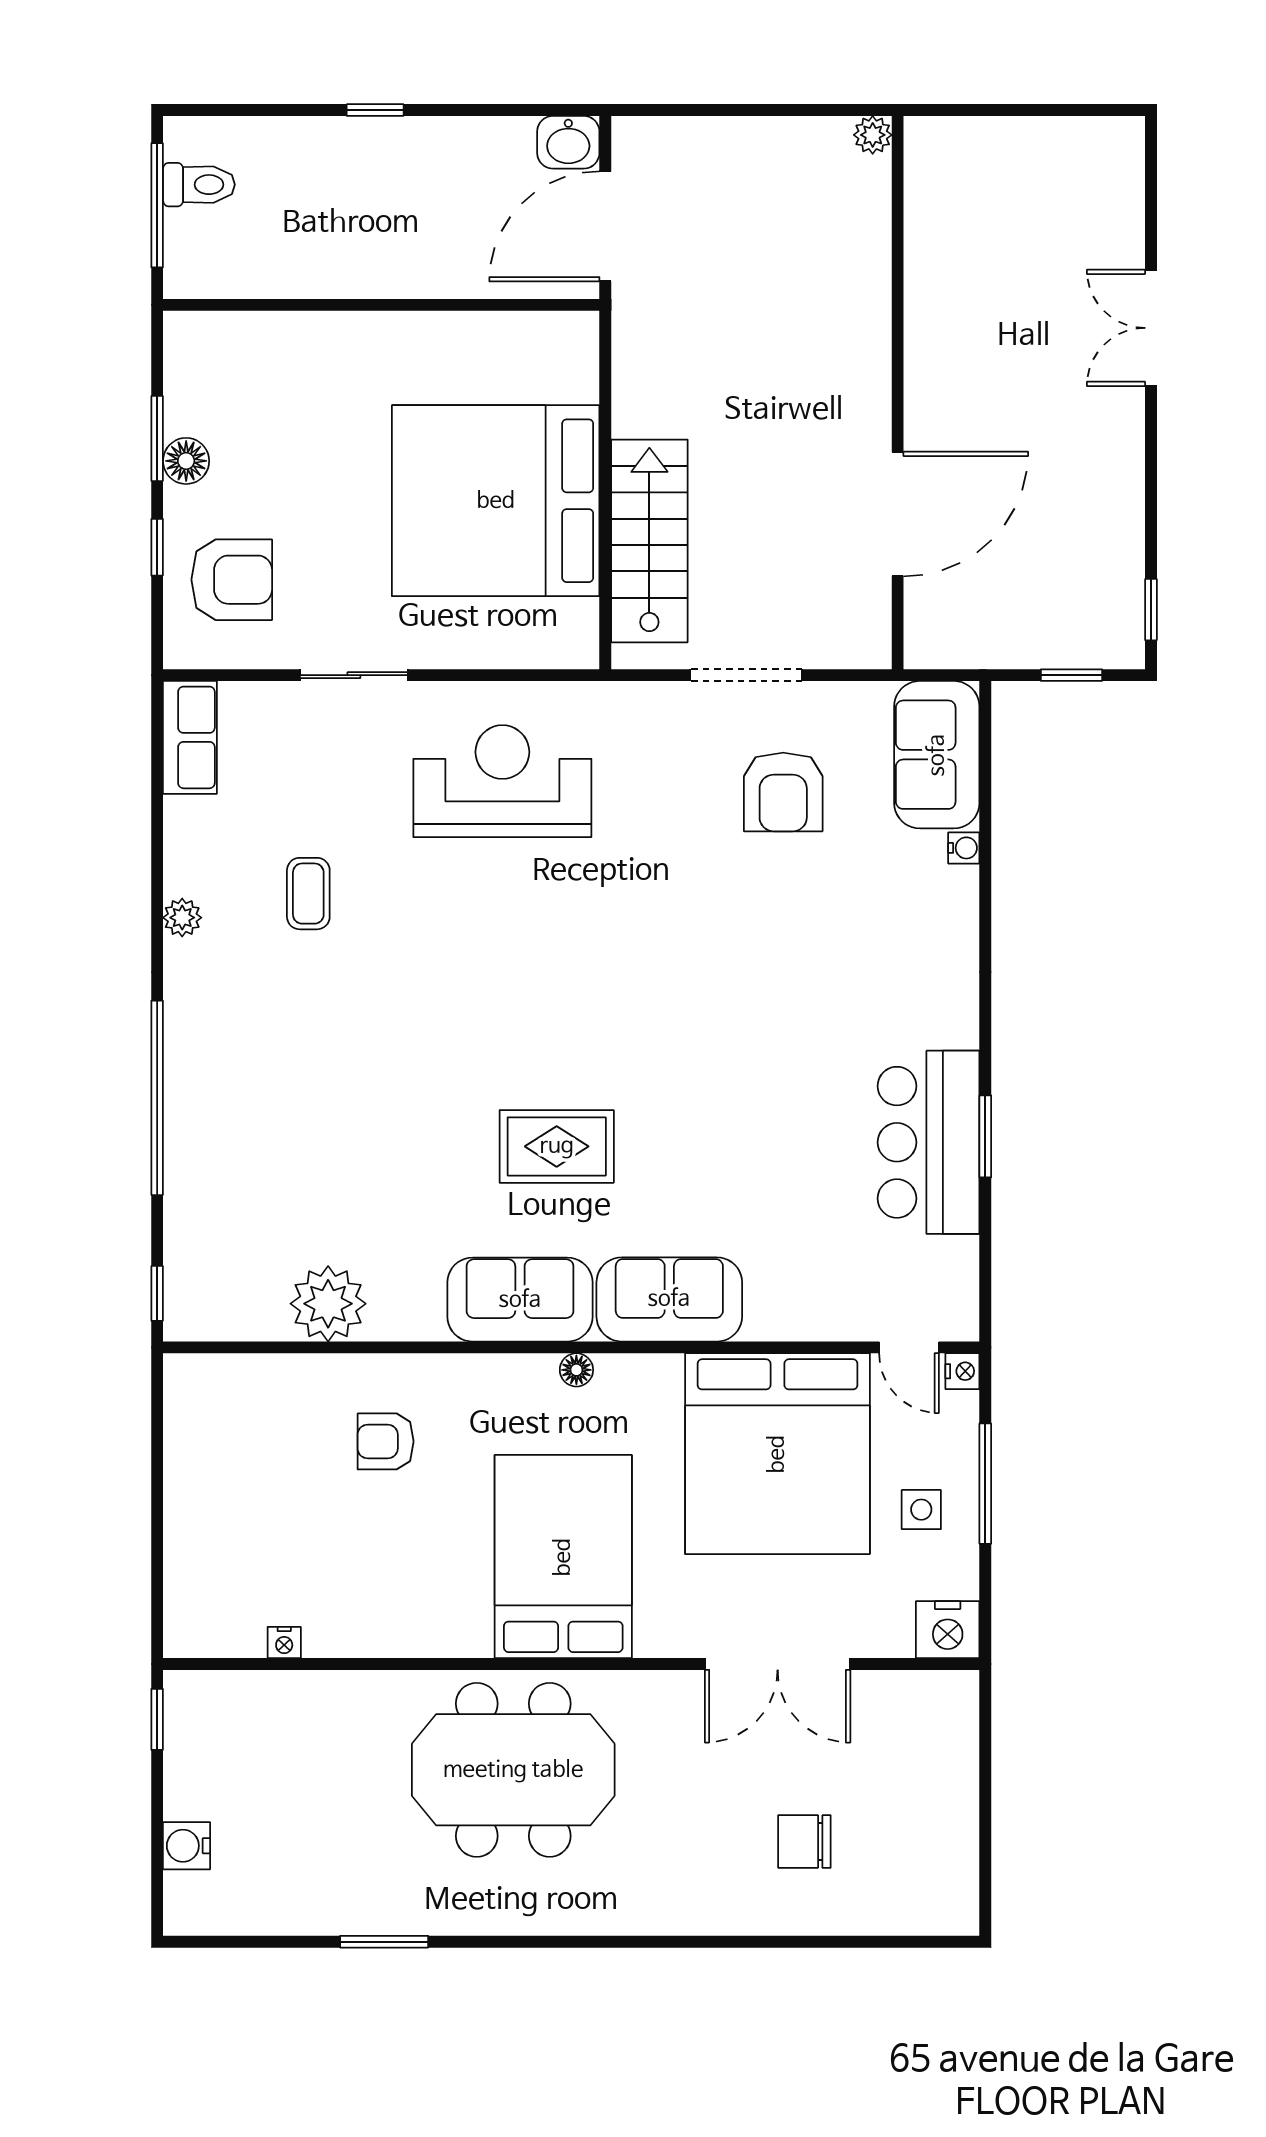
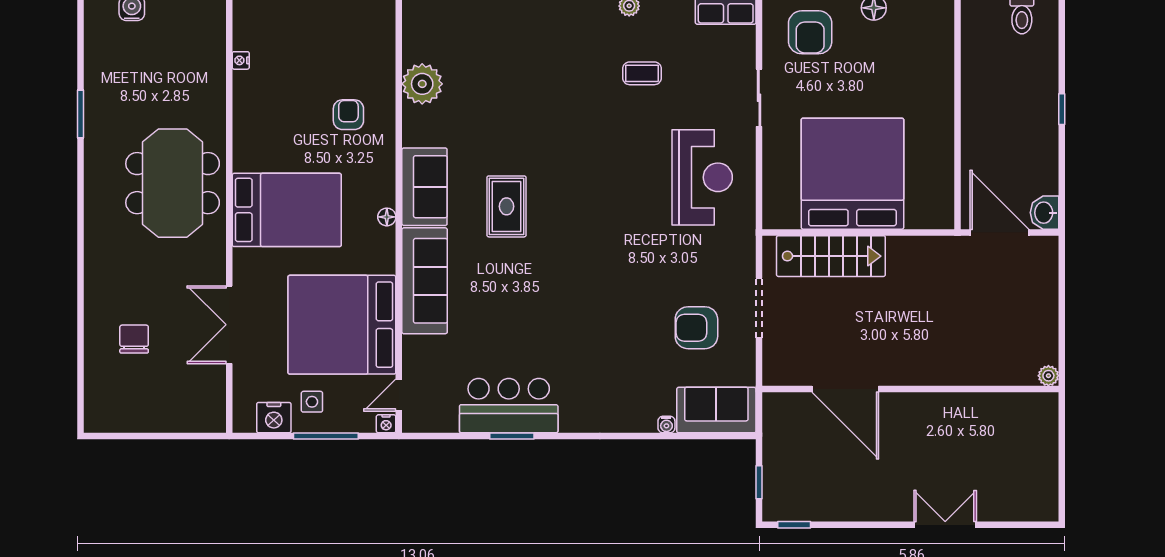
sofa: (669, 1299) -> (425, 281), width x1.36
nightstand: (948, 1630) -> (274, 418), moved, turned -90

